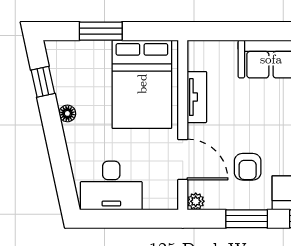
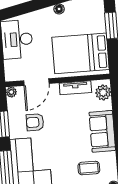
plant: (208, 53) -> (103, 92), added

